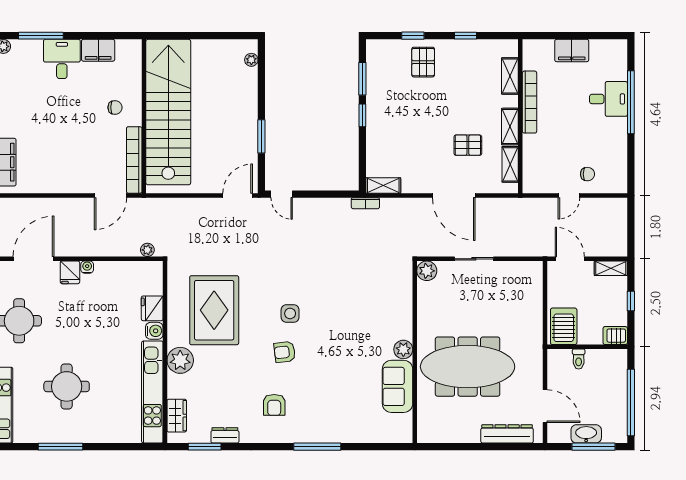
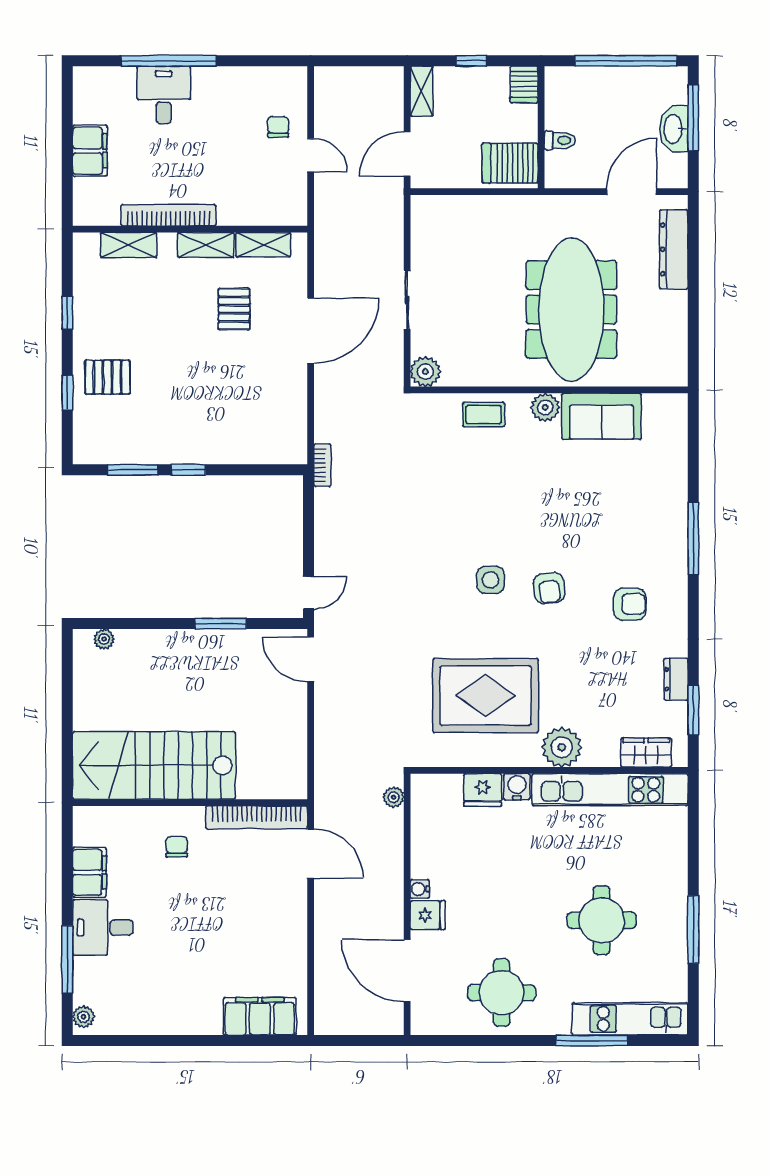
stairs: (168, 112) -> (154, 765), width x0.73
shelving: (383, 186) -> (296, 438), removed
coffee table: (399, 309) -> (484, 415), added

